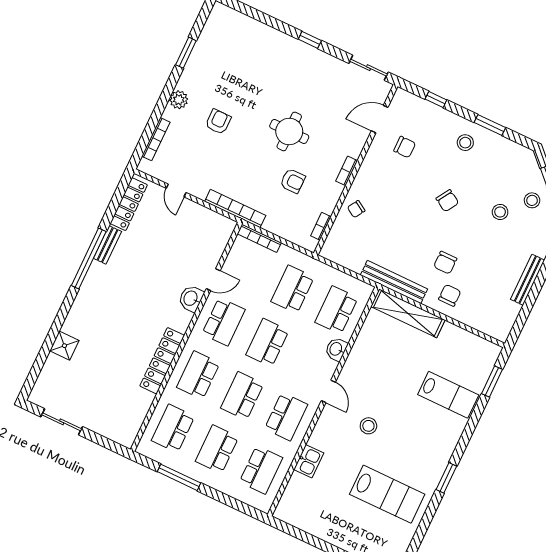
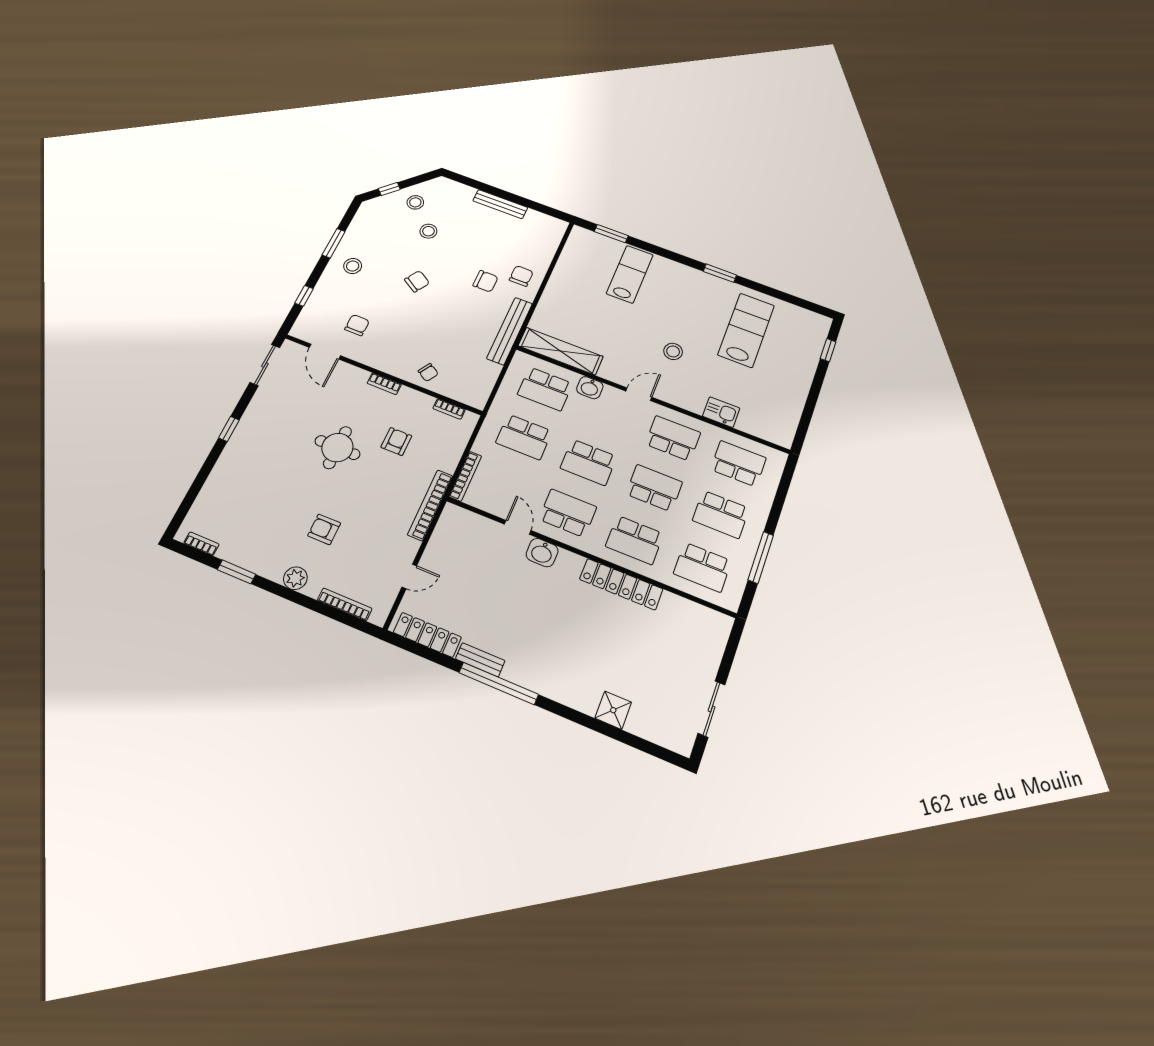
bookcase: (210, 23) -> (201, 544), added
chair: (450, 295) -> (521, 276), turned 90
shelving: (408, 313) -> (561, 351), moved, turned 90
school desk: (242, 396) -> (654, 488), turned 180

